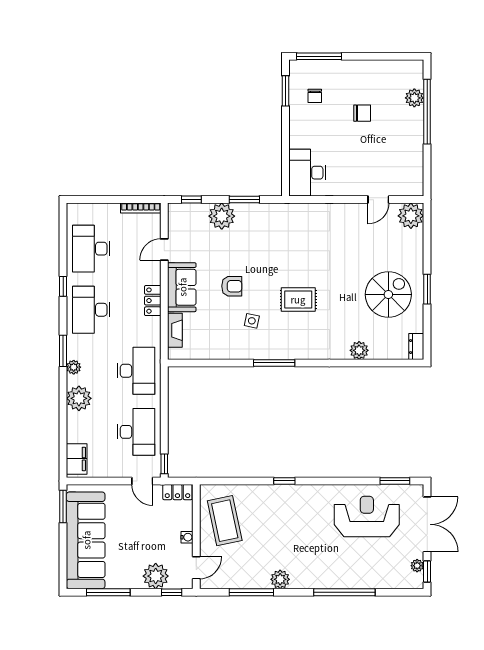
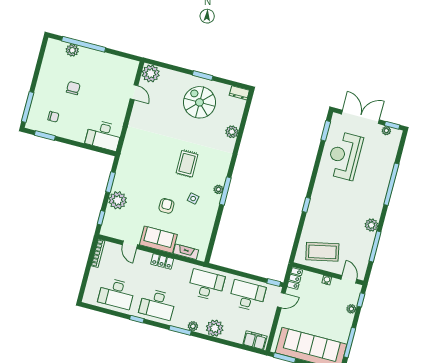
plant: (274, 353) -> (218, 189), added
plant: (156, 576) -> (351, 309), width x0.53, depth x0.53

